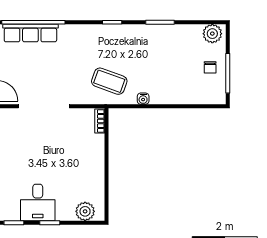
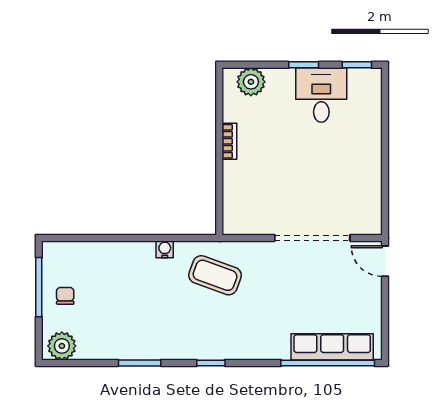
bookcase: (100, 121) -> (229, 141), moved

